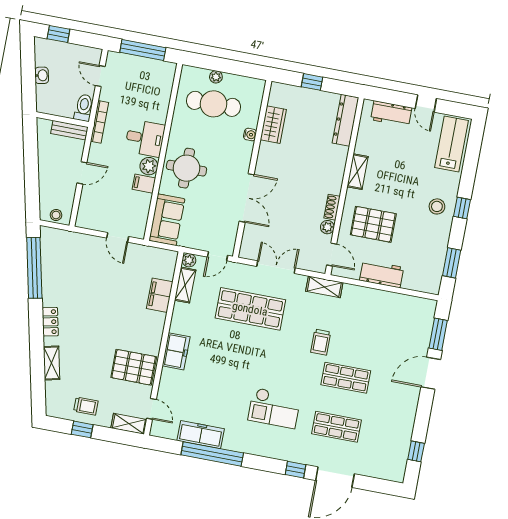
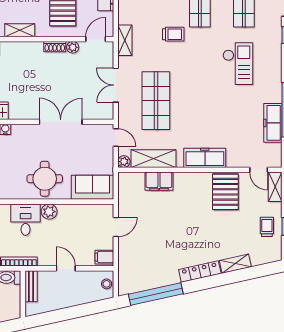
filing cabinet: (144, 184) -> (104, 257), moved, turned 90
shelving: (185, 285) -> (153, 159), width x1.50, depth x1.33
locker: (50, 322) -> (200, 271), width x1.53
freezer: (176, 351) -> (205, 158), width x1.40
door: (151, 409) -> (259, 170), swing flipped

